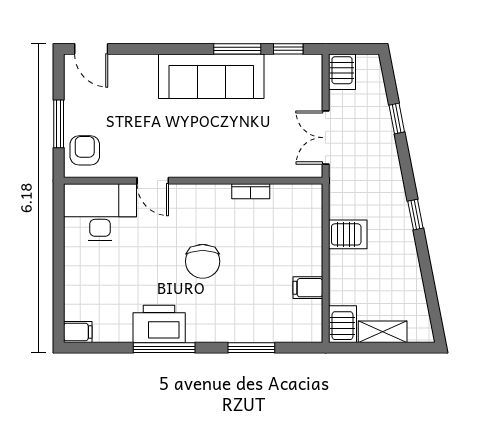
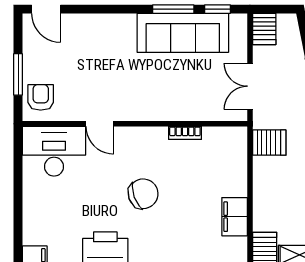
sofa: (211, 76) -> (183, 33), moved
server rack: (348, 234) -> (269, 143), moved
chair: (203, 261) -> (143, 194), turned -110
filing cabinet: (308, 288) -> (235, 217), width x2.00

